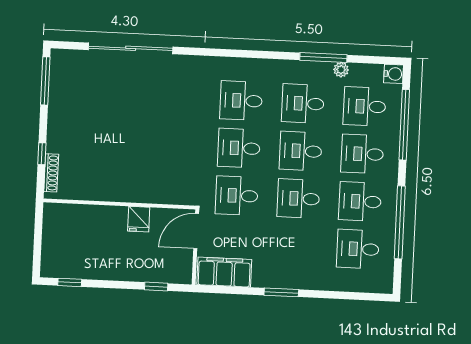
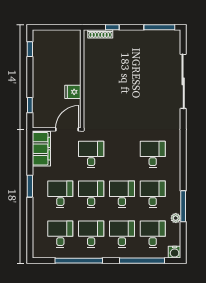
desk: (239, 148) -> (60, 194), moved
door: (196, 231) -> (67, 129), hinge flipped

